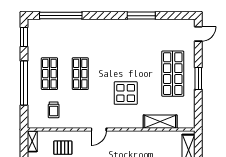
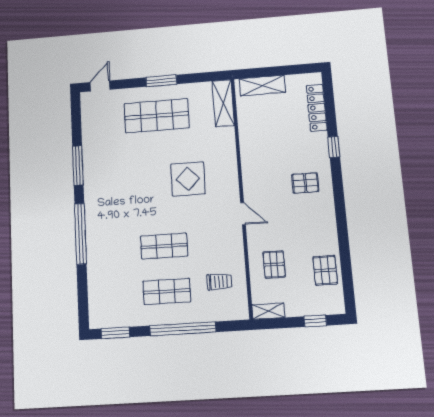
window: (61, 16) -> (80, 234), moved
door: (198, 34) -> (100, 86), hinge flipped
shelving: (160, 122) -> (223, 103), moved

